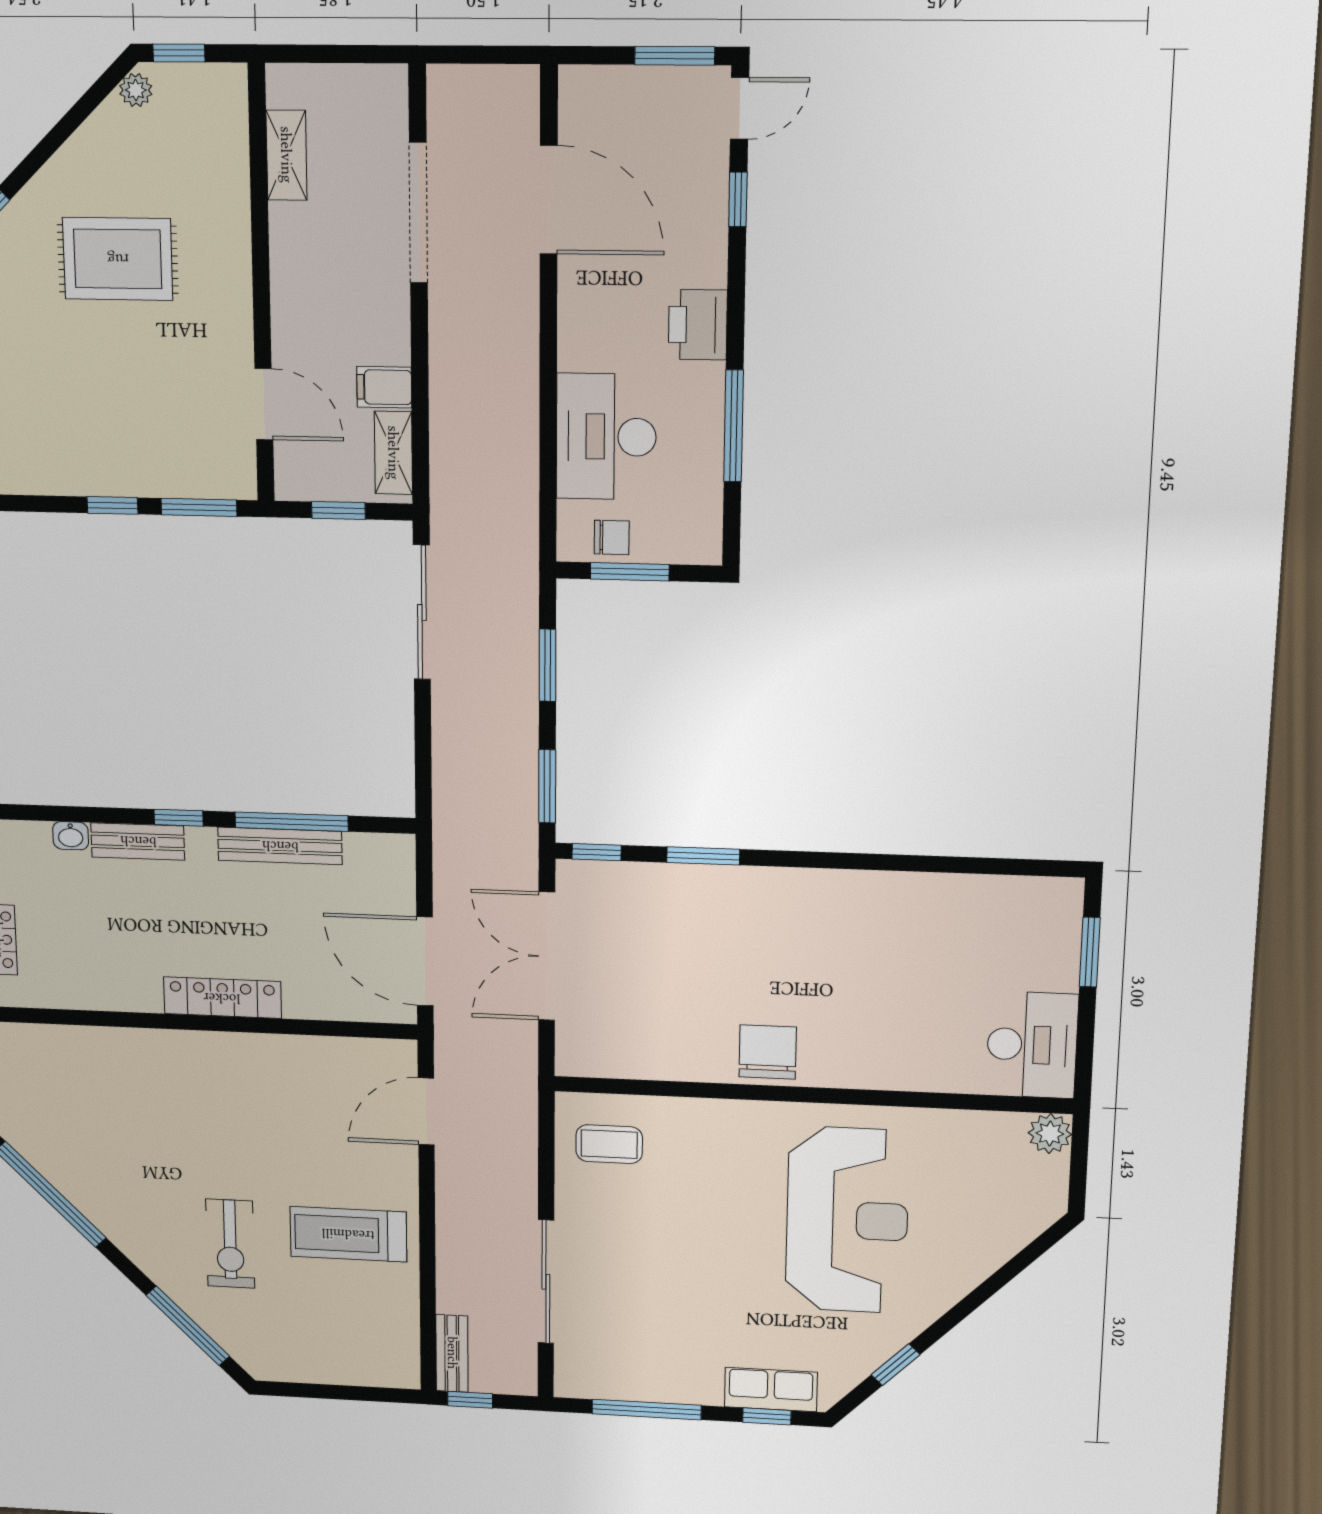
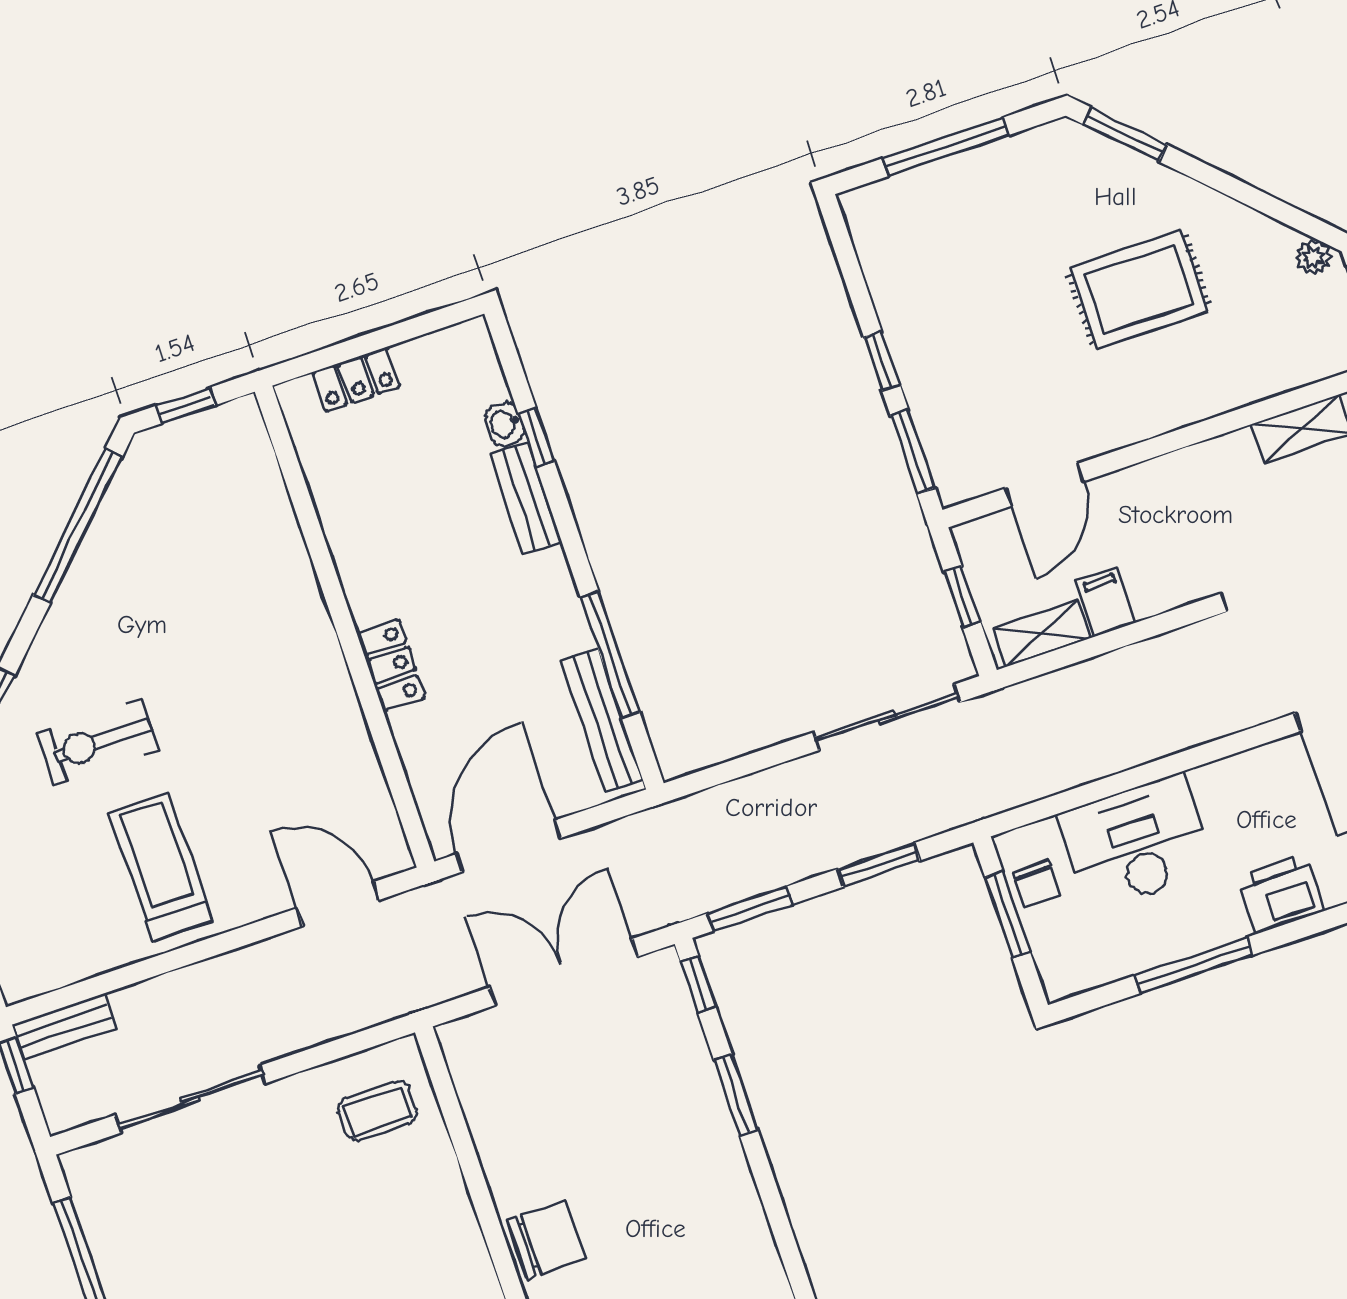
rug: (118, 259) -> (1139, 289), turned 90
window: (179, 818) -> (536, 437), moved
bench: (280, 846) -> (602, 720), moved
locker: (222, 998) -> (391, 665), width x0.66
coffee table: (609, 1144) -> (378, 1111), turned 90

